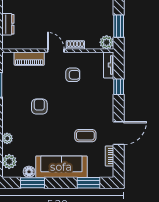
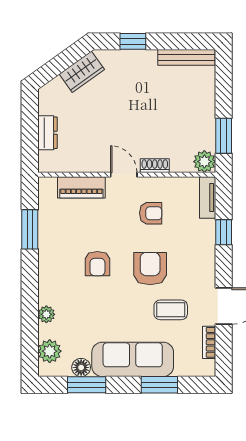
armchair: (39, 106) -> (97, 264), turned 180
armchair: (72, 110) -> (150, 269), added
window: (89, 183) -> (159, 385), moved

